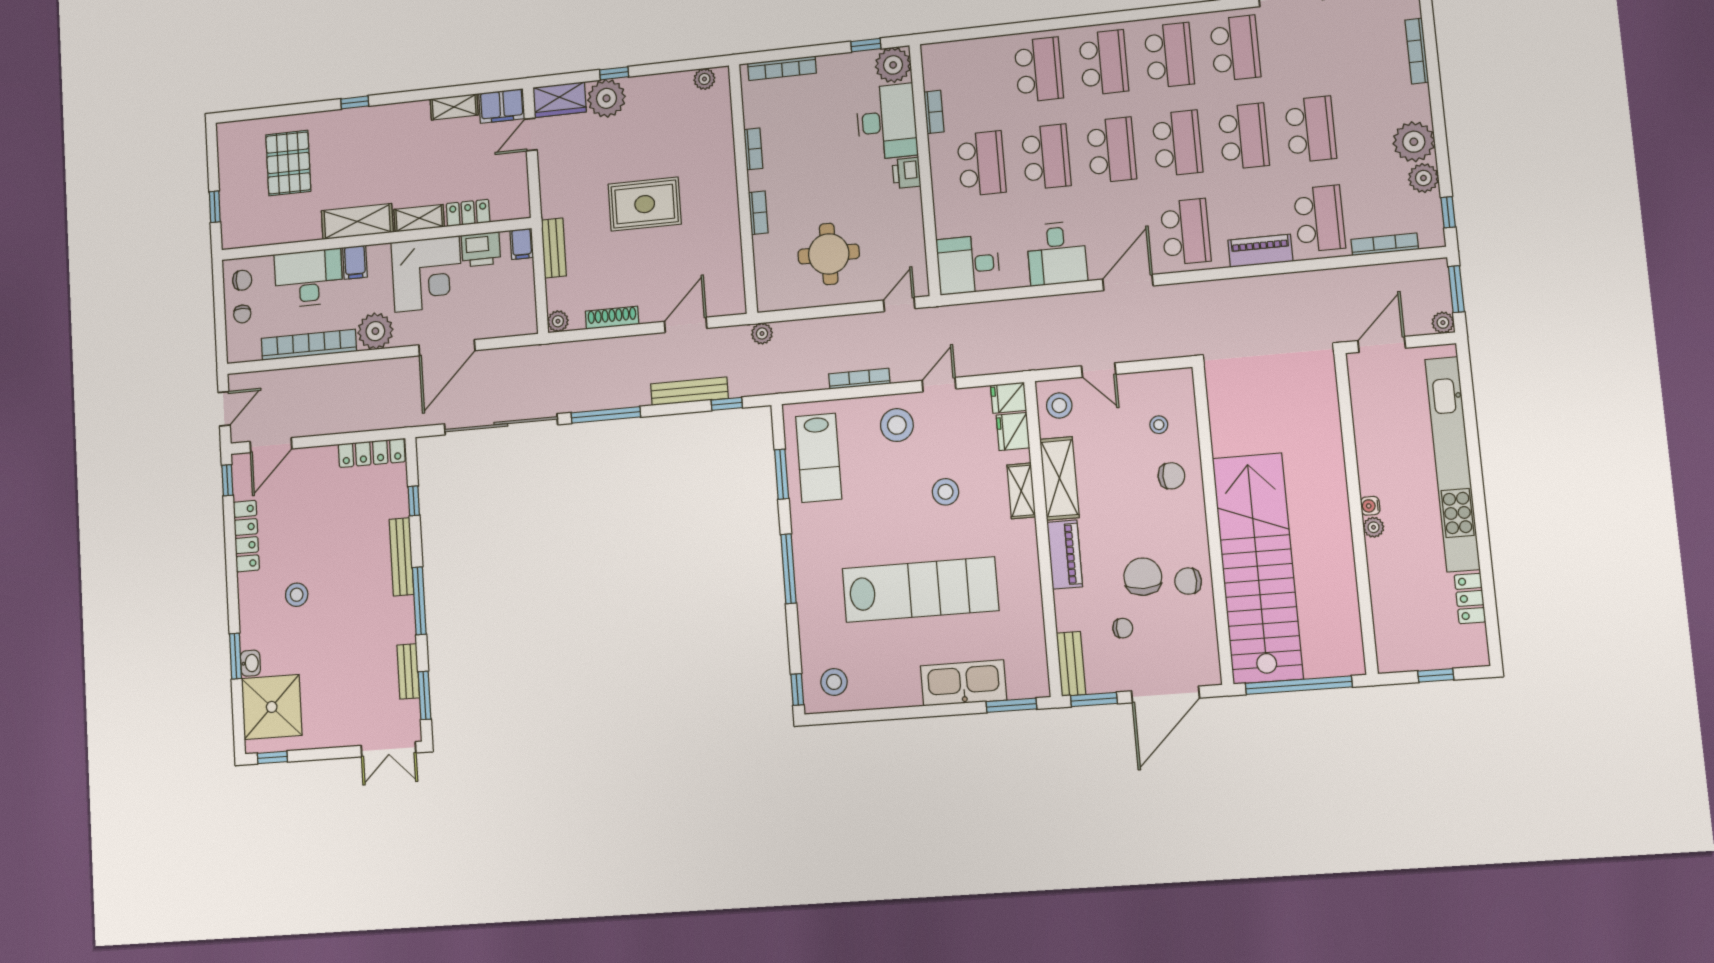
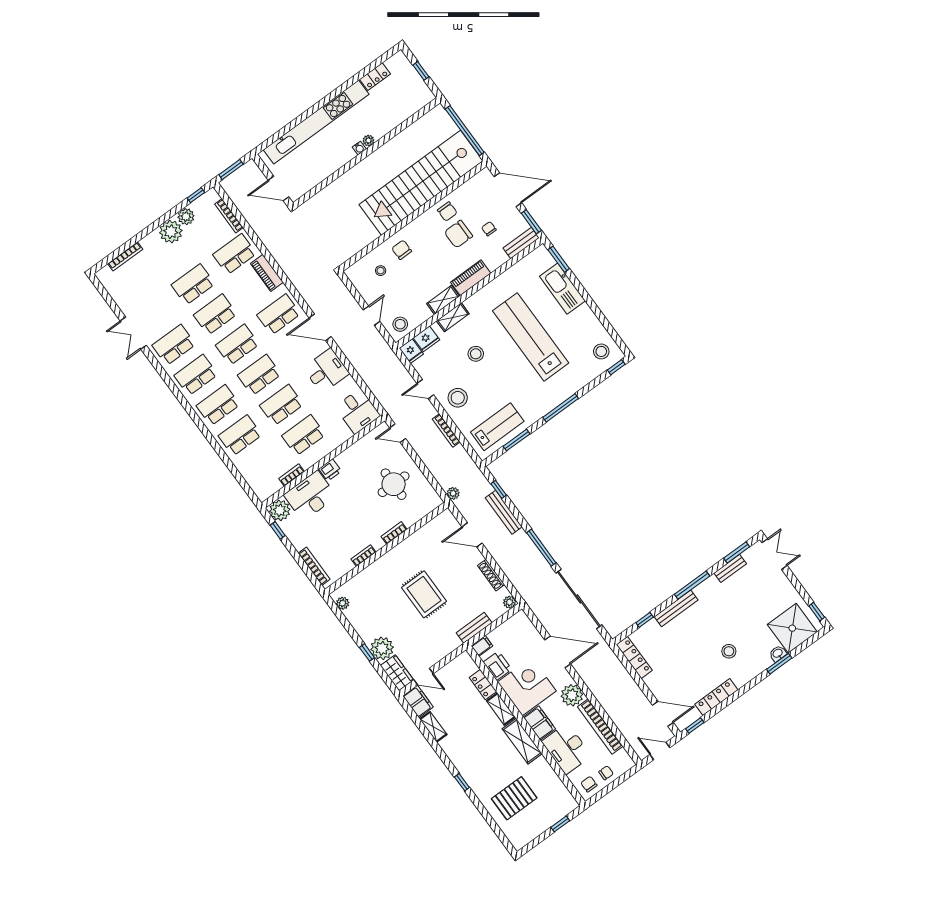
filing cabinet: (355, 262) -> (539, 723), width x2.00
plant: (1443, 323) -> (251, 166), removed
shelving: (1059, 478) -> (443, 300), width x0.67, depth x0.75

